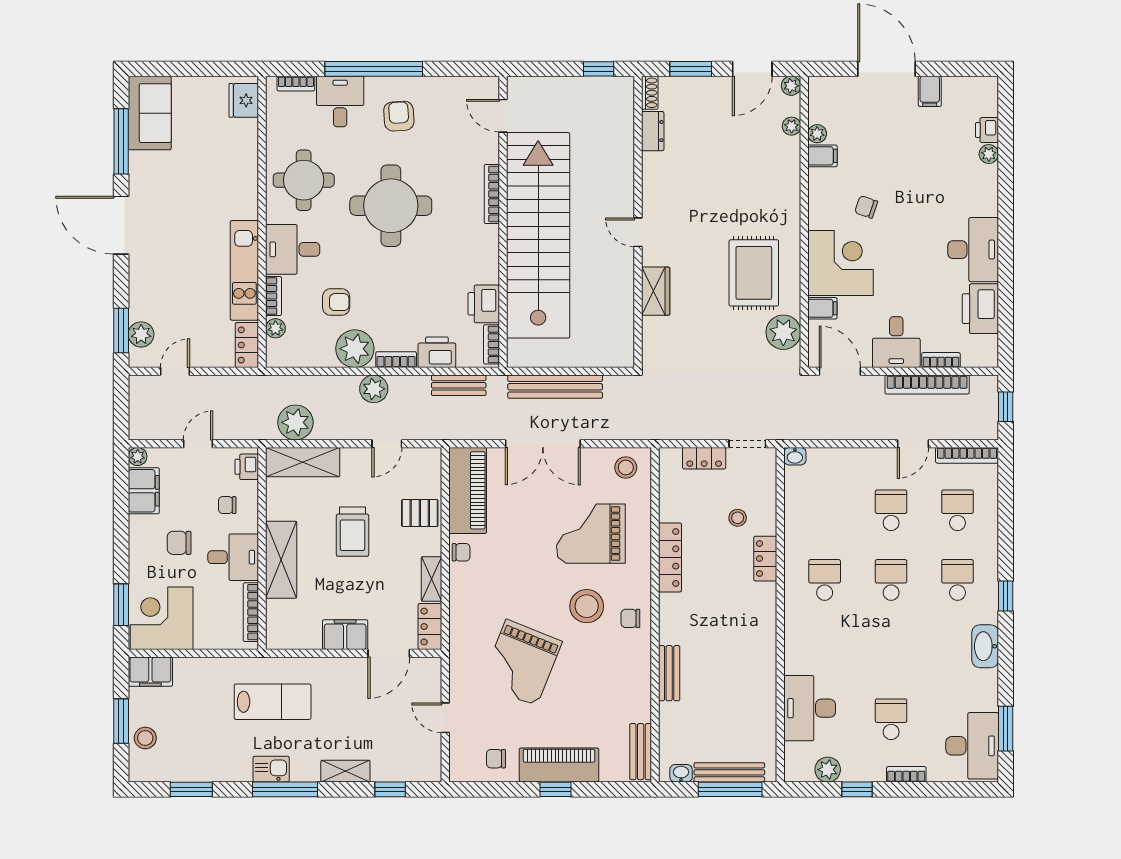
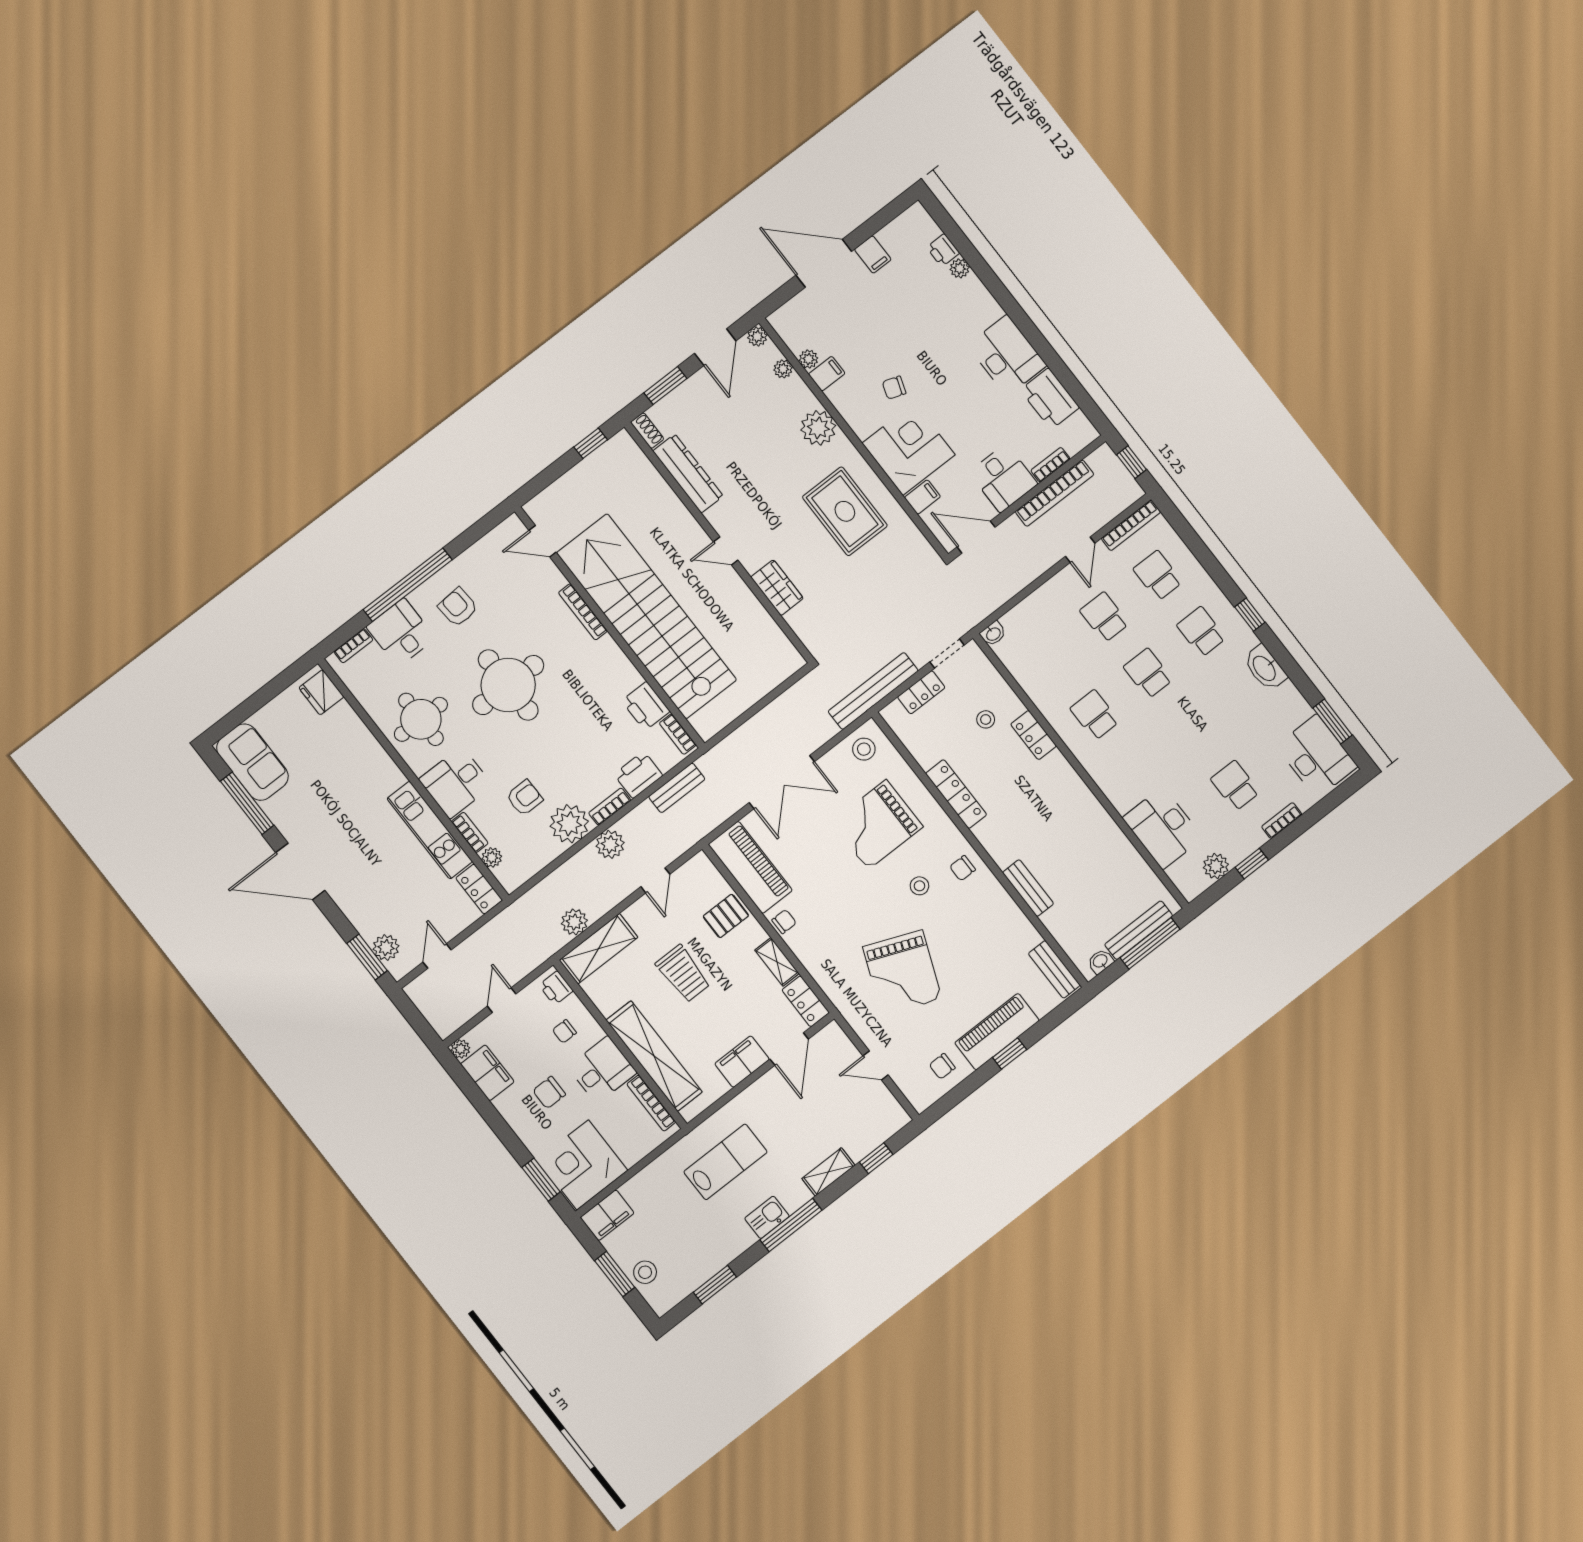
dresser: (653, 131) -> (688, 473), width x1.96, depth x1.24
plant: (783, 332) -> (818, 428), moved
bench: (555, 387) -> (873, 691), moved
plant: (295, 422) -> (574, 922), width x0.73, depth x0.73
shelving: (281, 560) -> (654, 1056), width x1.47
stool: (587, 606) -> (919, 886), width x0.53, depth x0.53

